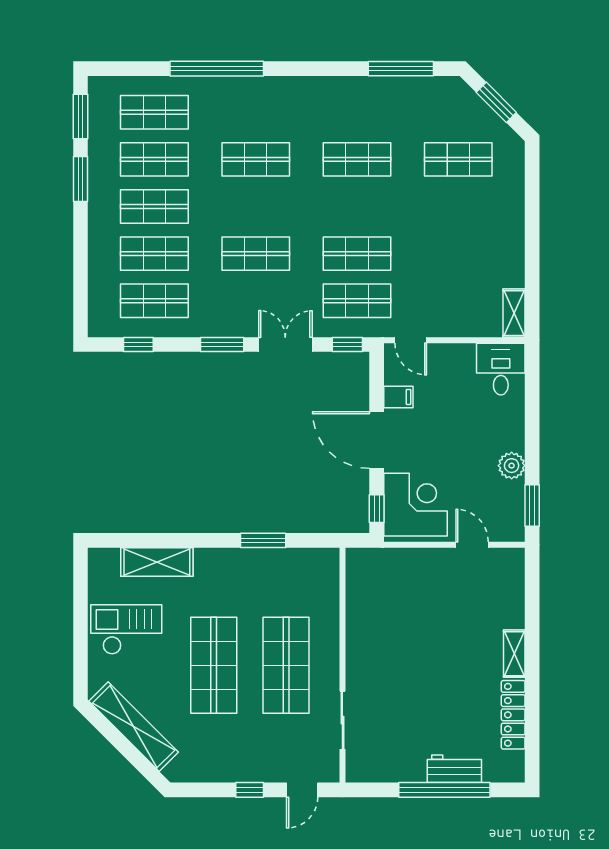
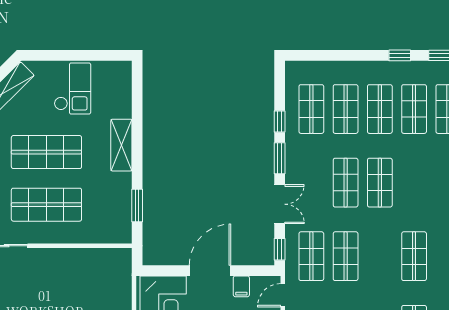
shop shelf: (256, 159) -> (380, 183), moved
window: (81, 179) -> (400, 55), width x0.67
window: (138, 344) -> (280, 121), moved
window: (377, 509) -> (160, 271), removed
window: (263, 540) -> (137, 205), moved
shelving: (157, 562) -> (121, 145), moved

